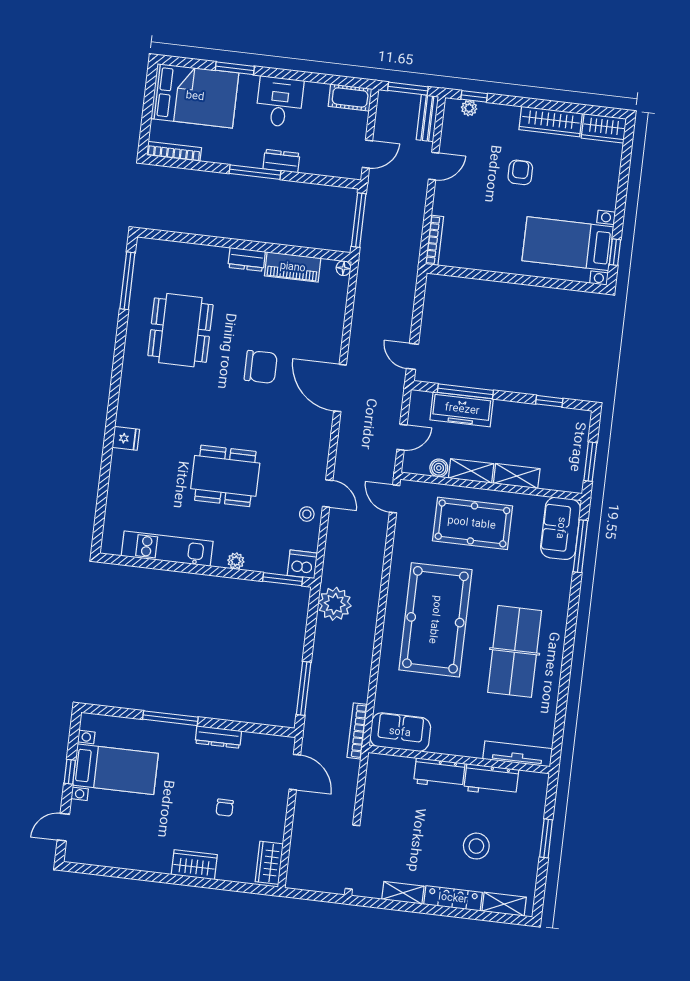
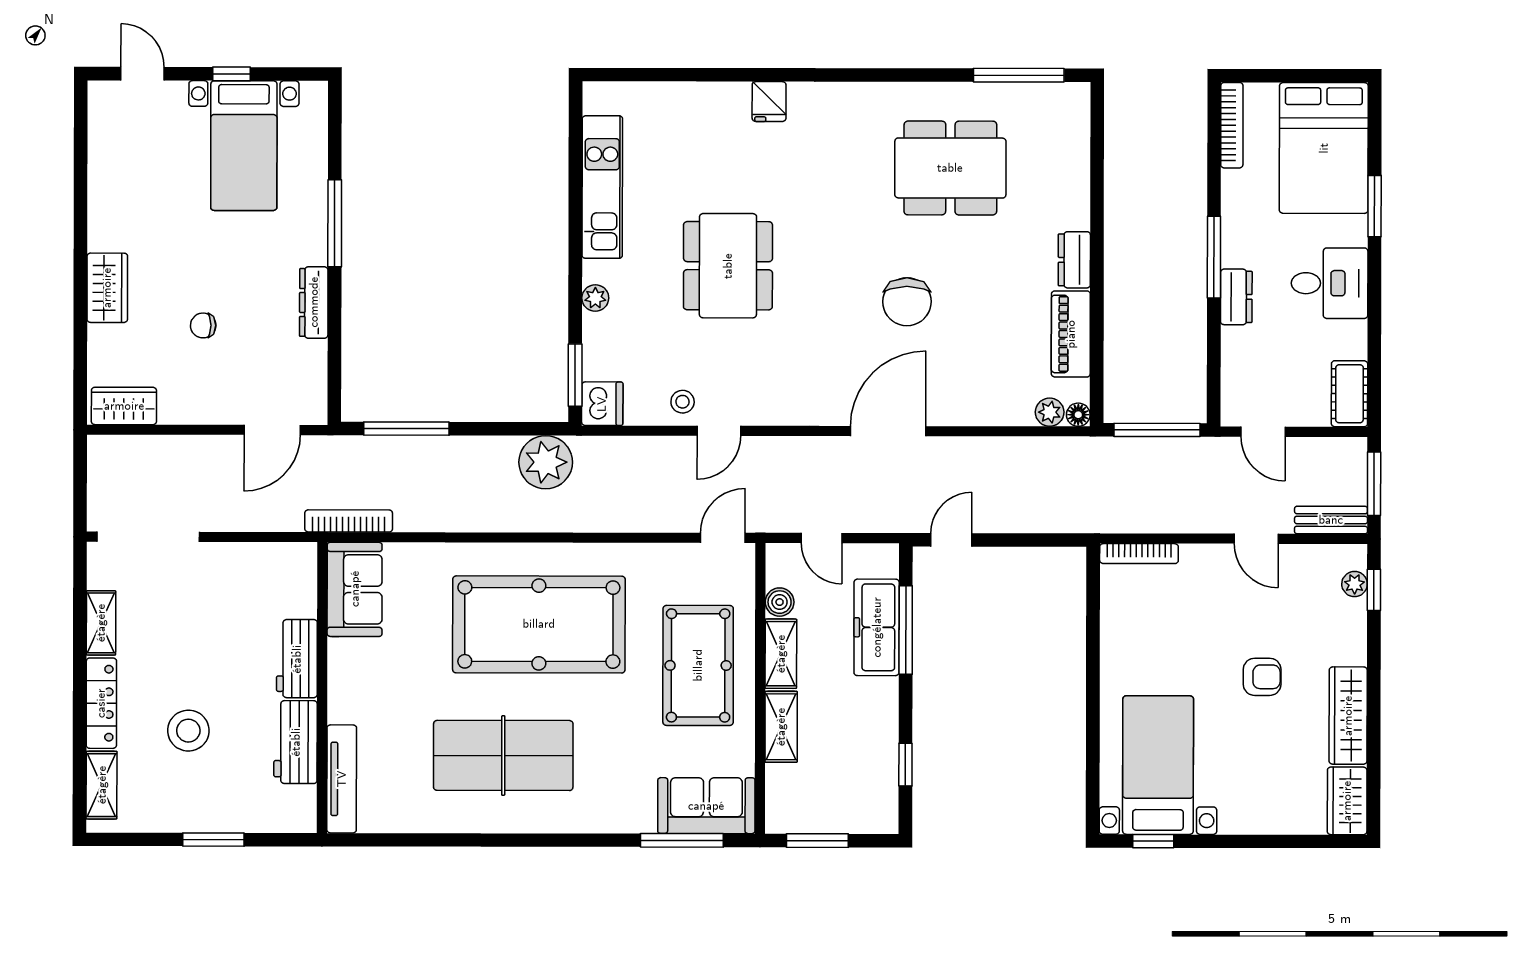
plant: (340, 286) -> (1050, 412), added

